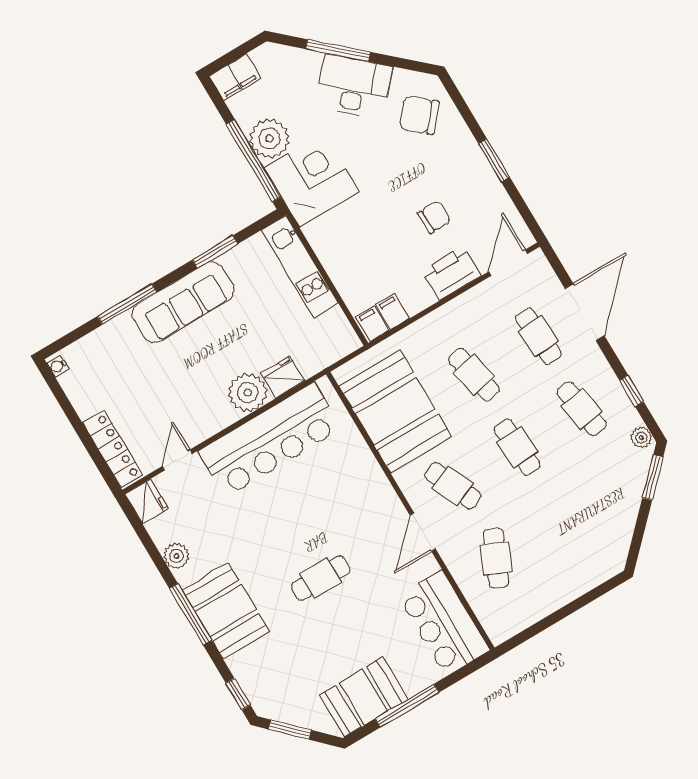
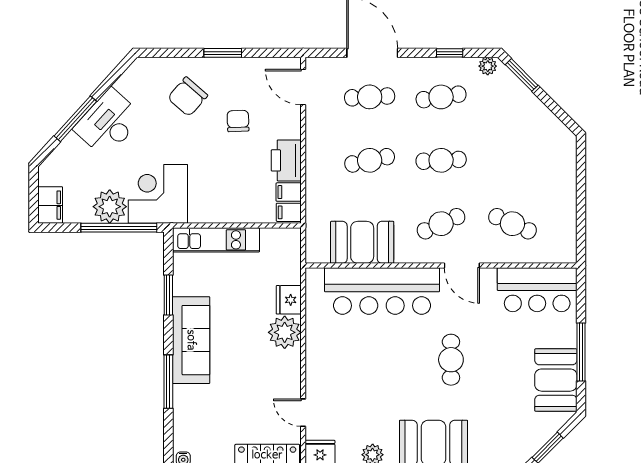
chair: (419, 115) -> (188, 97), moved
printer: (451, 273) -> (286, 160), moved
booth: (395, 411) -> (362, 242), width x0.73, depth x0.70
bar counter: (270, 440) -> (382, 291), moved, turned 90

